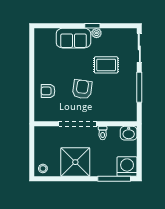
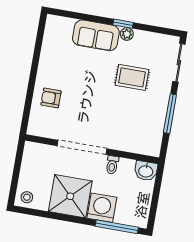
armchair: (82, 89) -> (96, 104), removed
washing machine: (127, 167) -> (102, 208), moved

